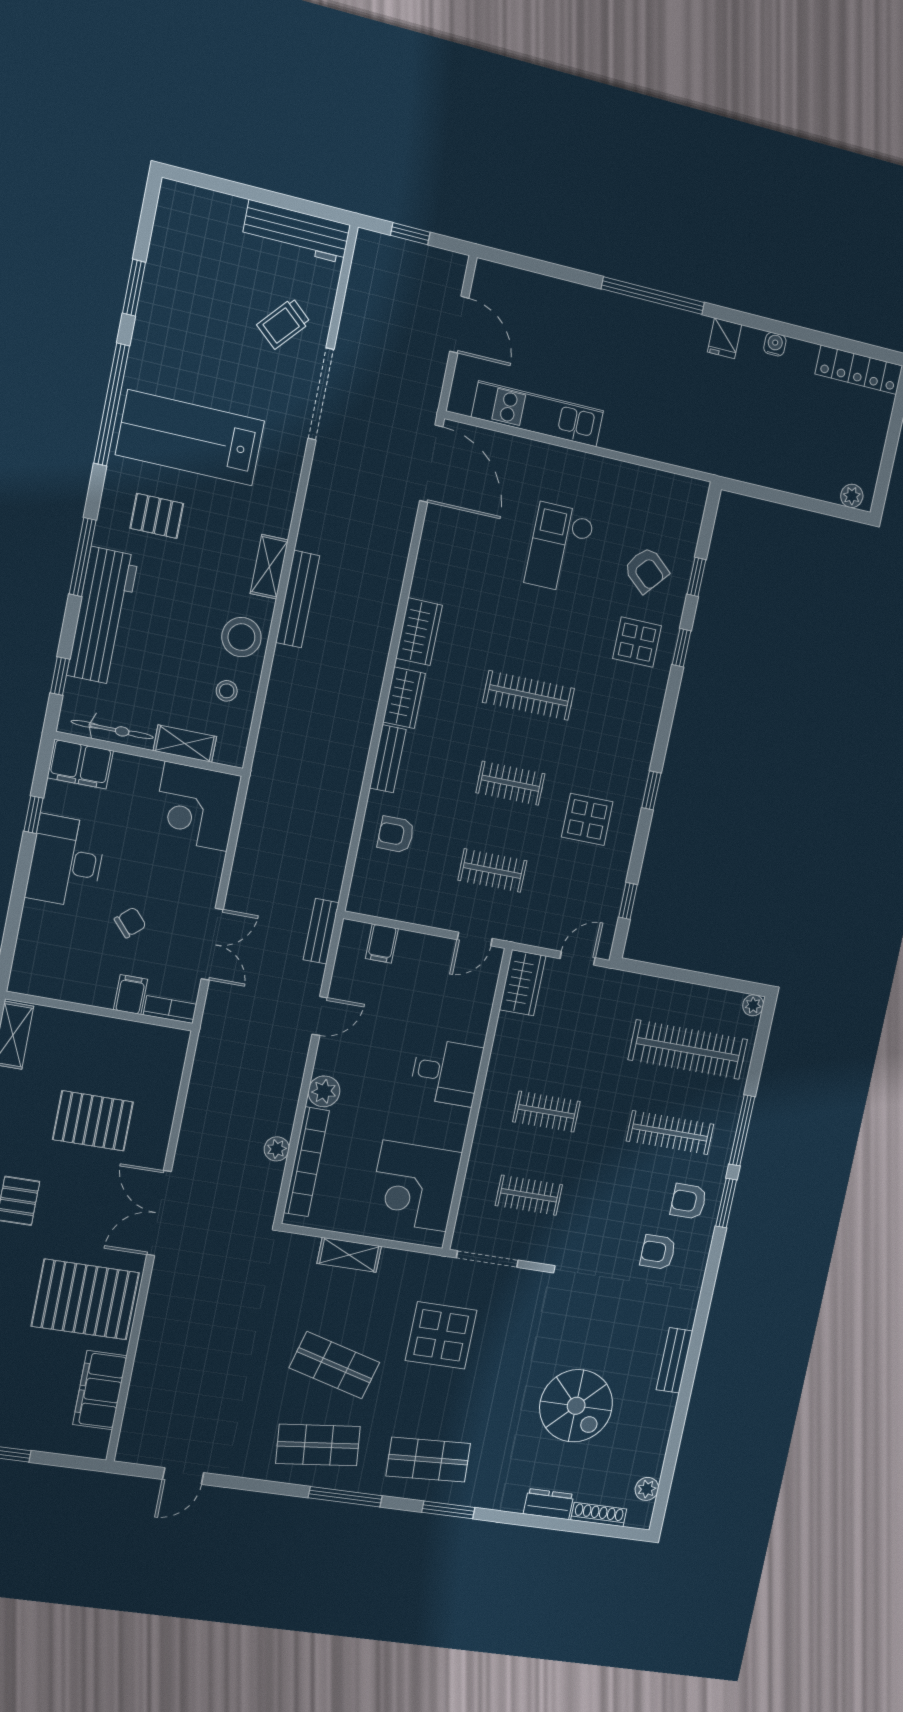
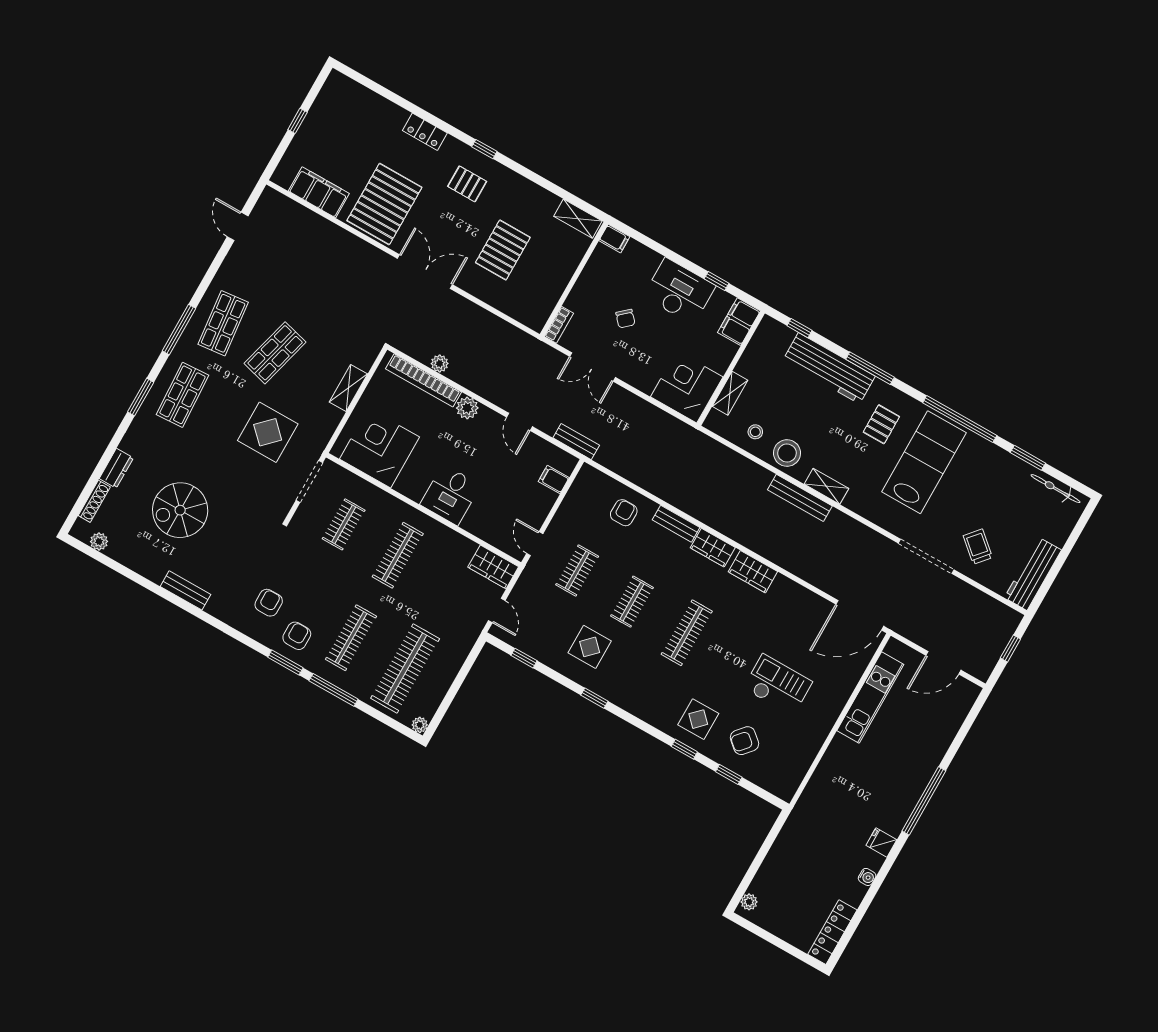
bicycle: (112, 729) -> (1055, 489), moved, turned 90
filing cabinet: (131, 994) -> (614, 239), moved
clothes rail: (546, 1112) -> (398, 555), width x1.36

